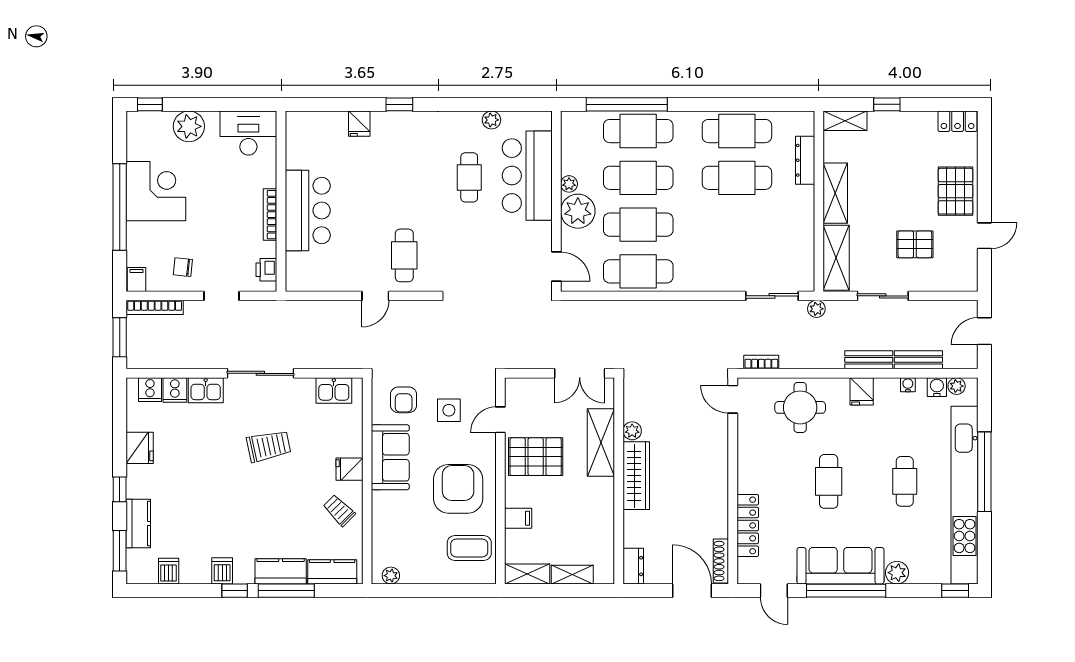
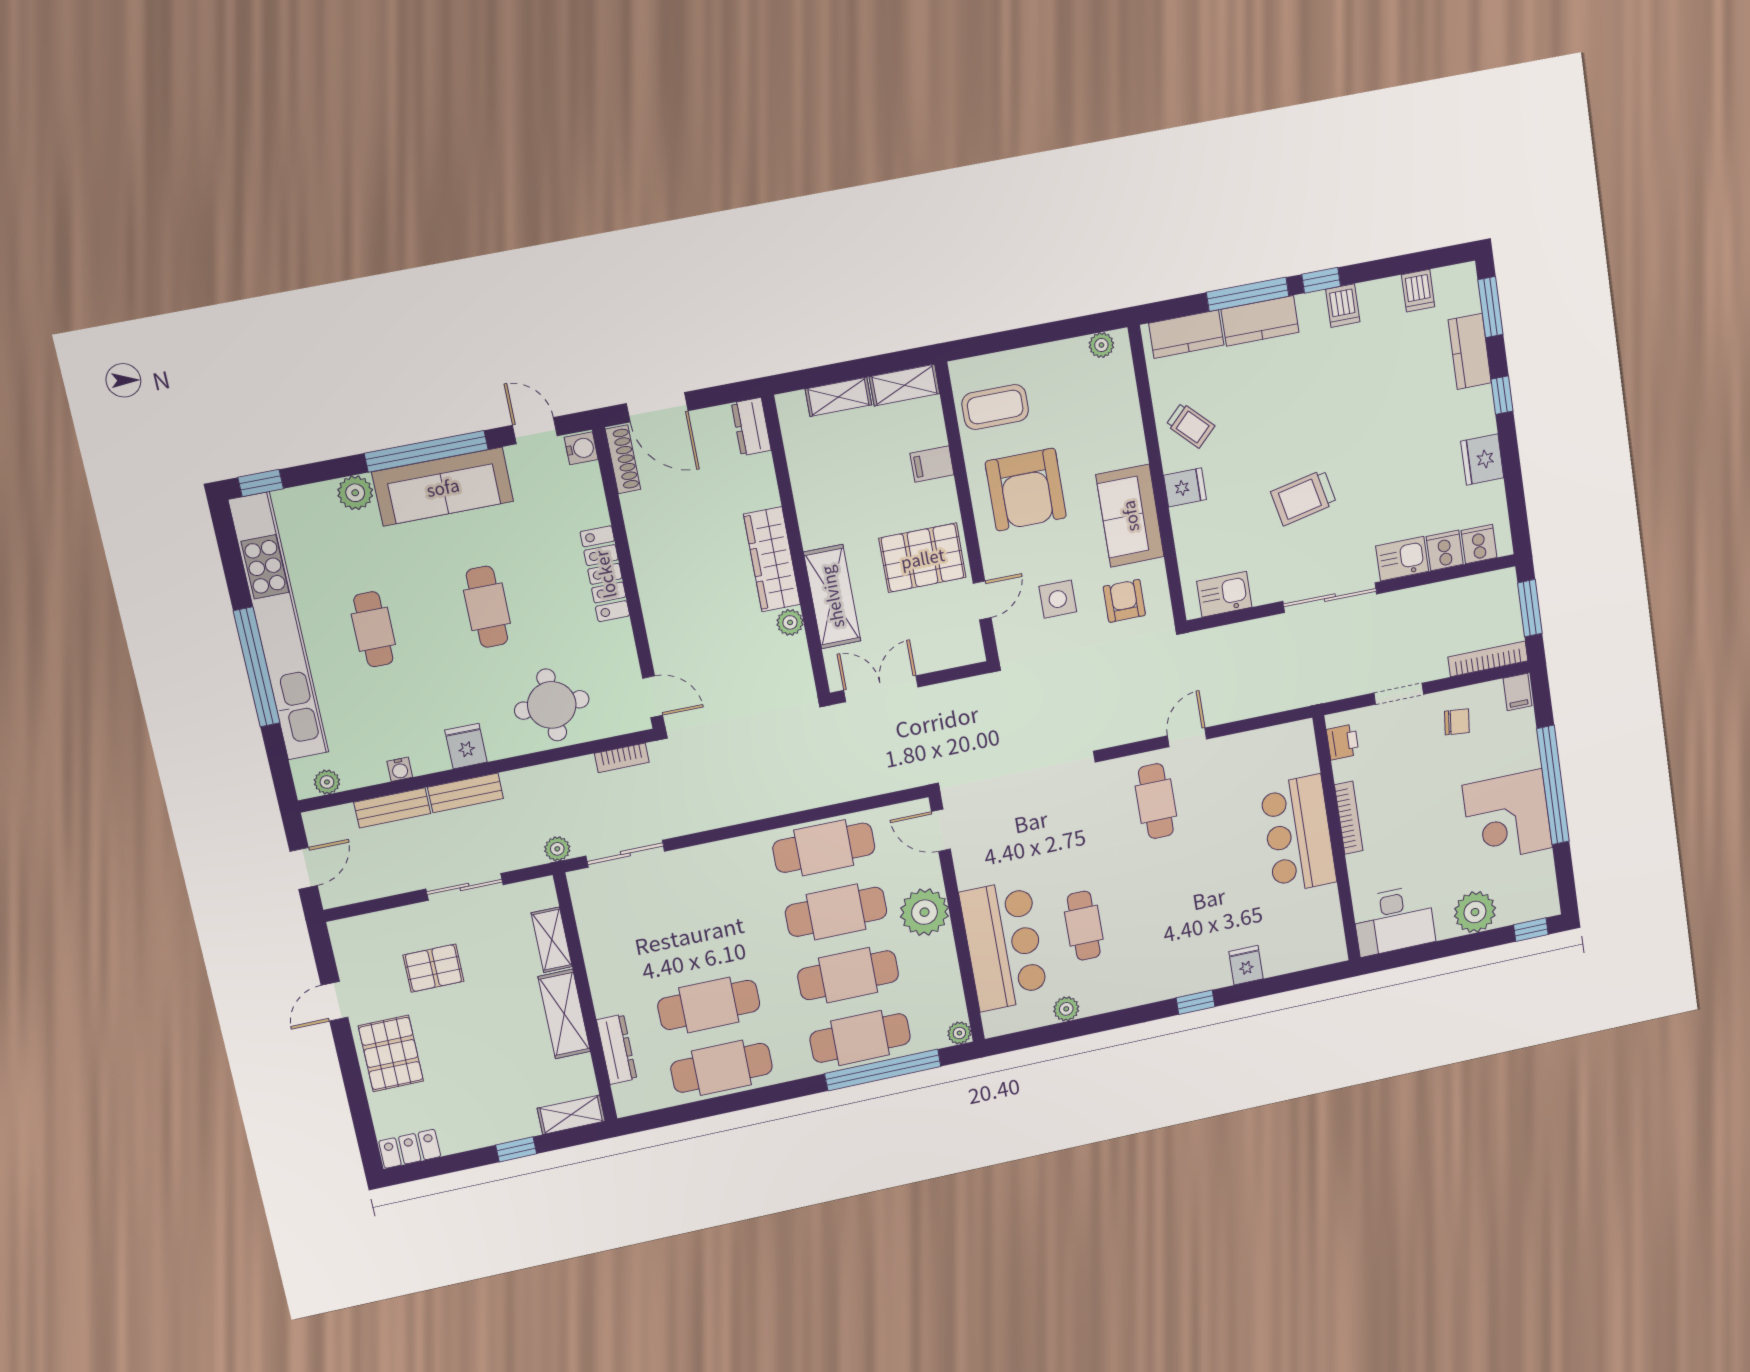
plant: (569, 184) -> (959, 1033), moved
shelving: (836, 258) -> (552, 940), width x0.67, depth x0.75
water cooler: (937, 387) -> (581, 448), moved, turned -90
locker: (748, 525) -> (605, 574), moved

